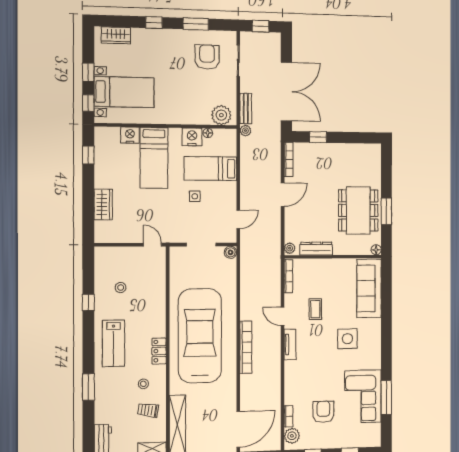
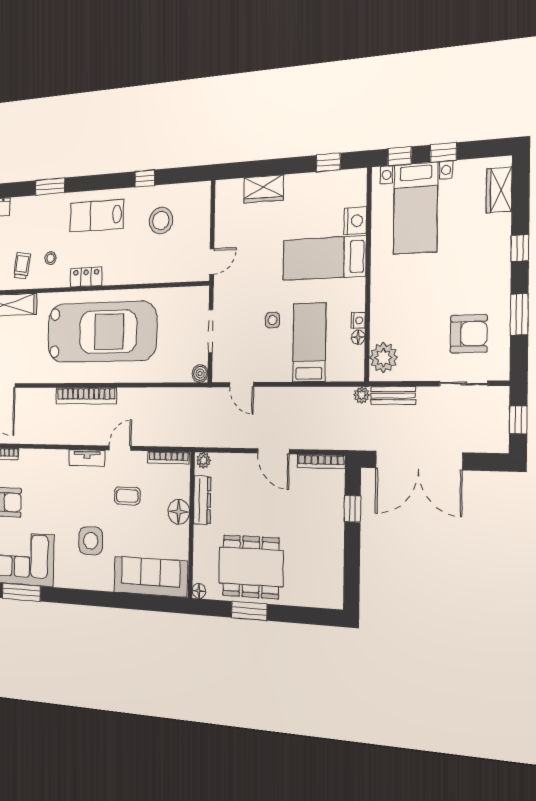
nightstand: (192, 137) -> (358, 320), width x0.53, depth x0.56
floor lamp: (325, 267) -> (179, 512), added
stool: (121, 288) -> (161, 221), width x1.89, depth x1.89

